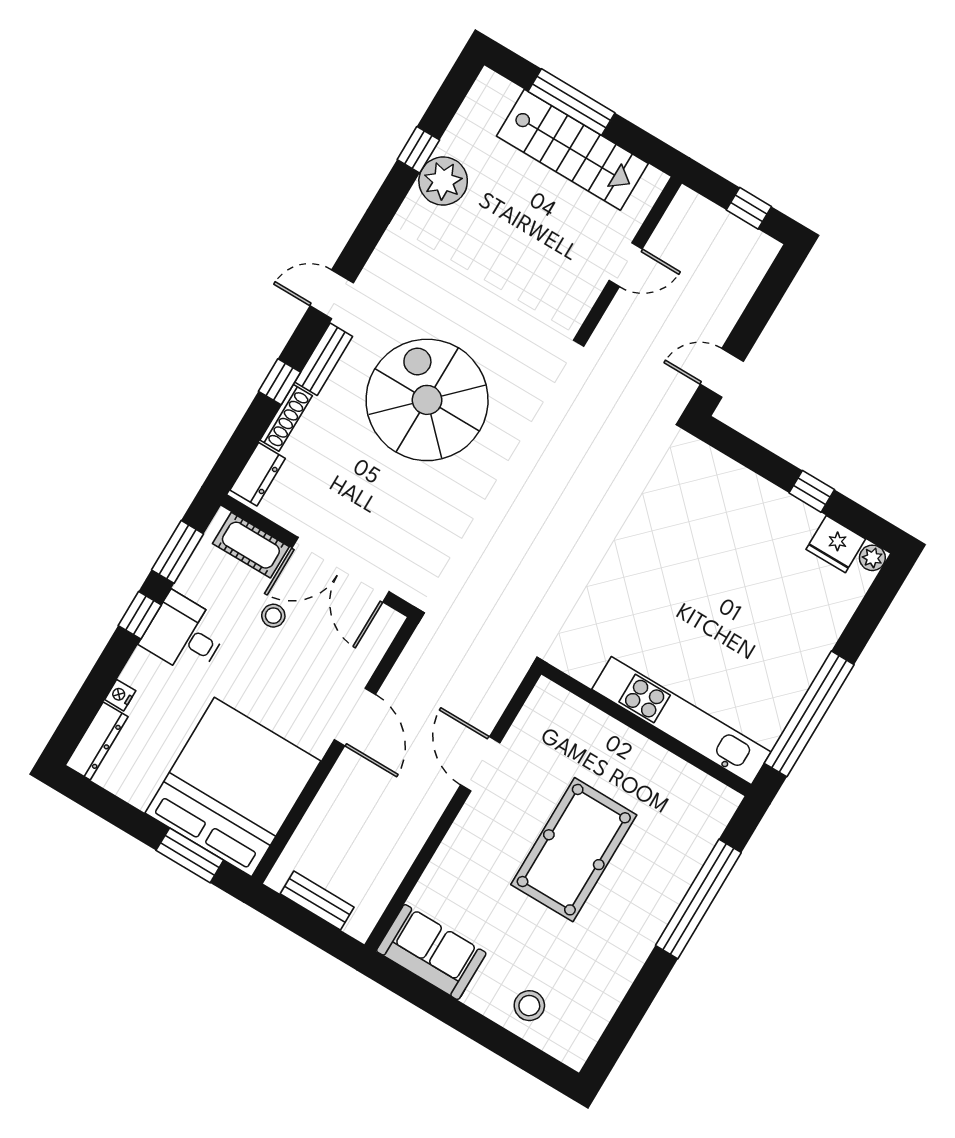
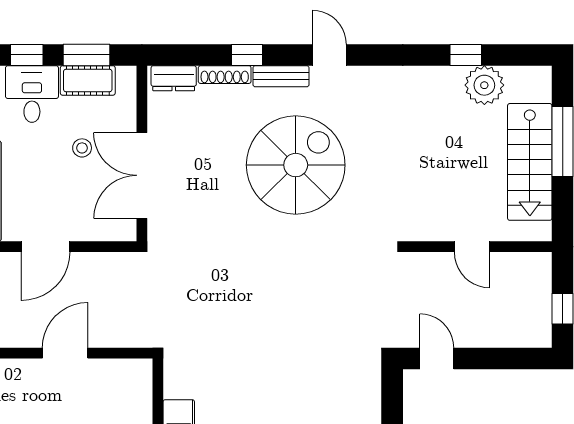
plant: (443, 181) -> (484, 85), moved
cot: (251, 545) -> (88, 80), moved, turned 90

